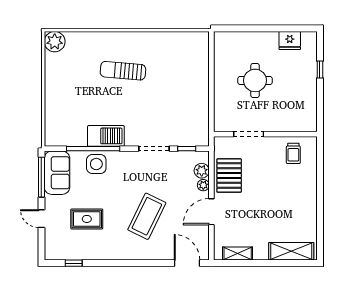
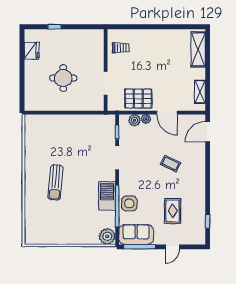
plant: (55, 42) -> (107, 236), moved
coffee table: (147, 216) -> (170, 164), width x0.54, depth x0.58

